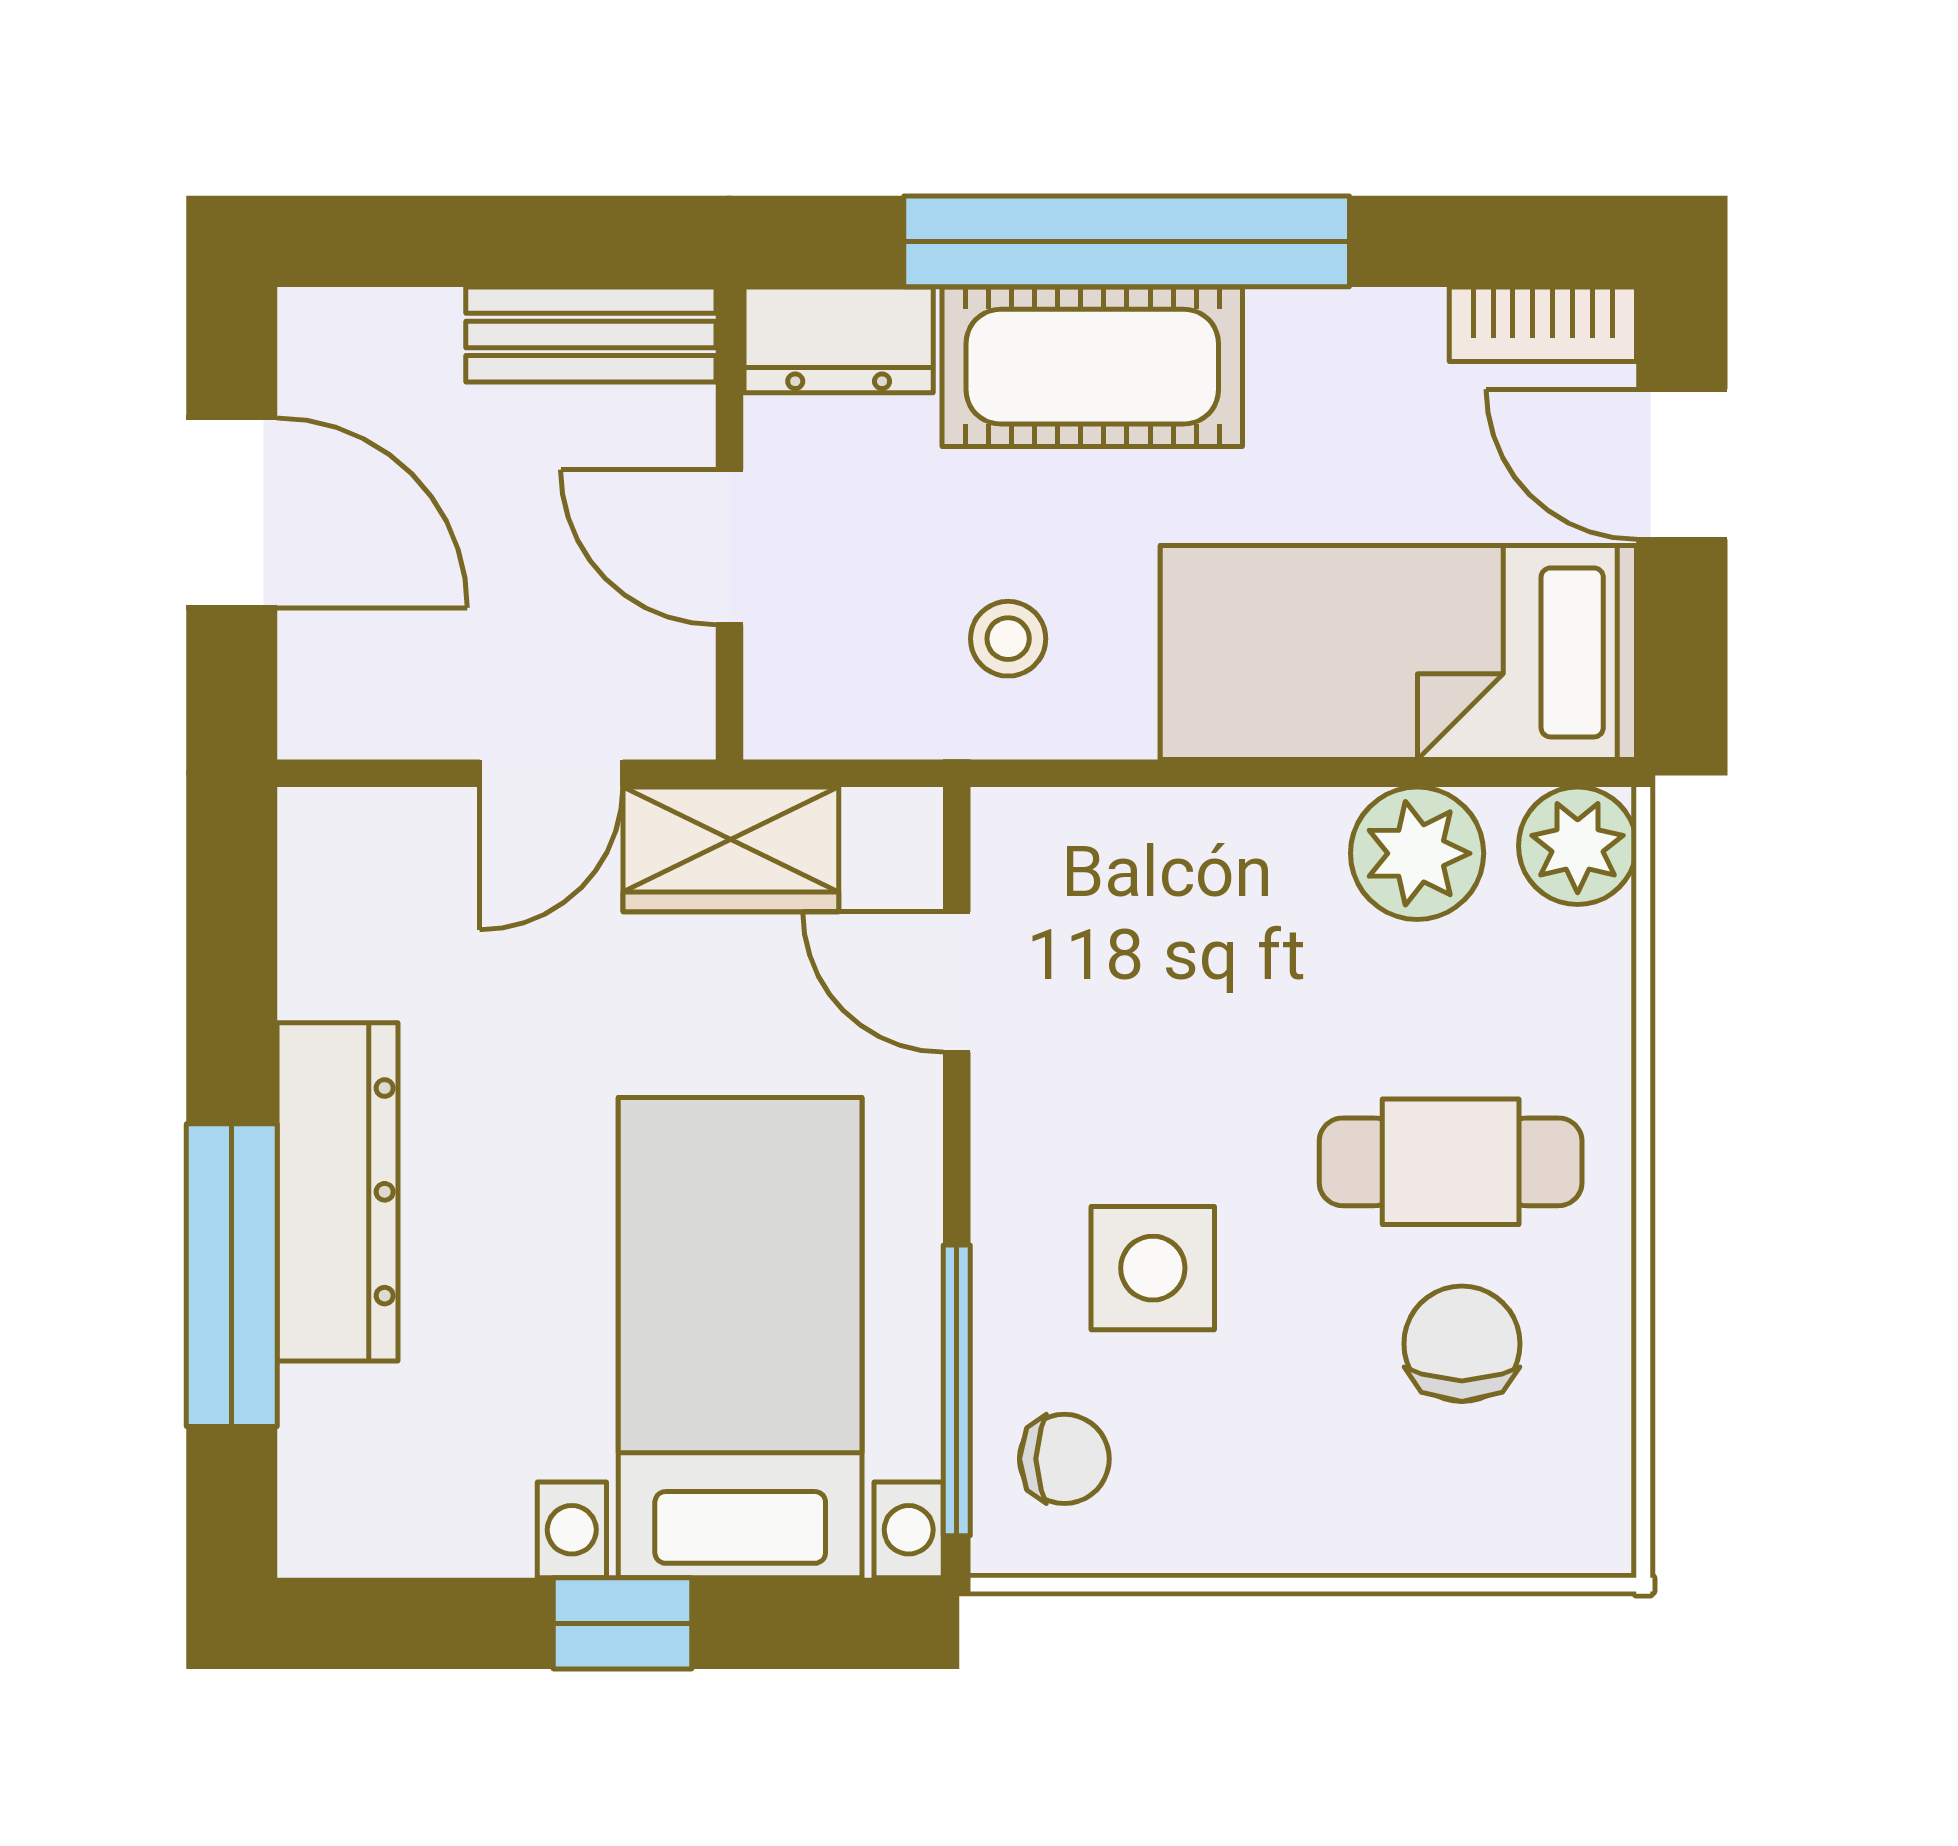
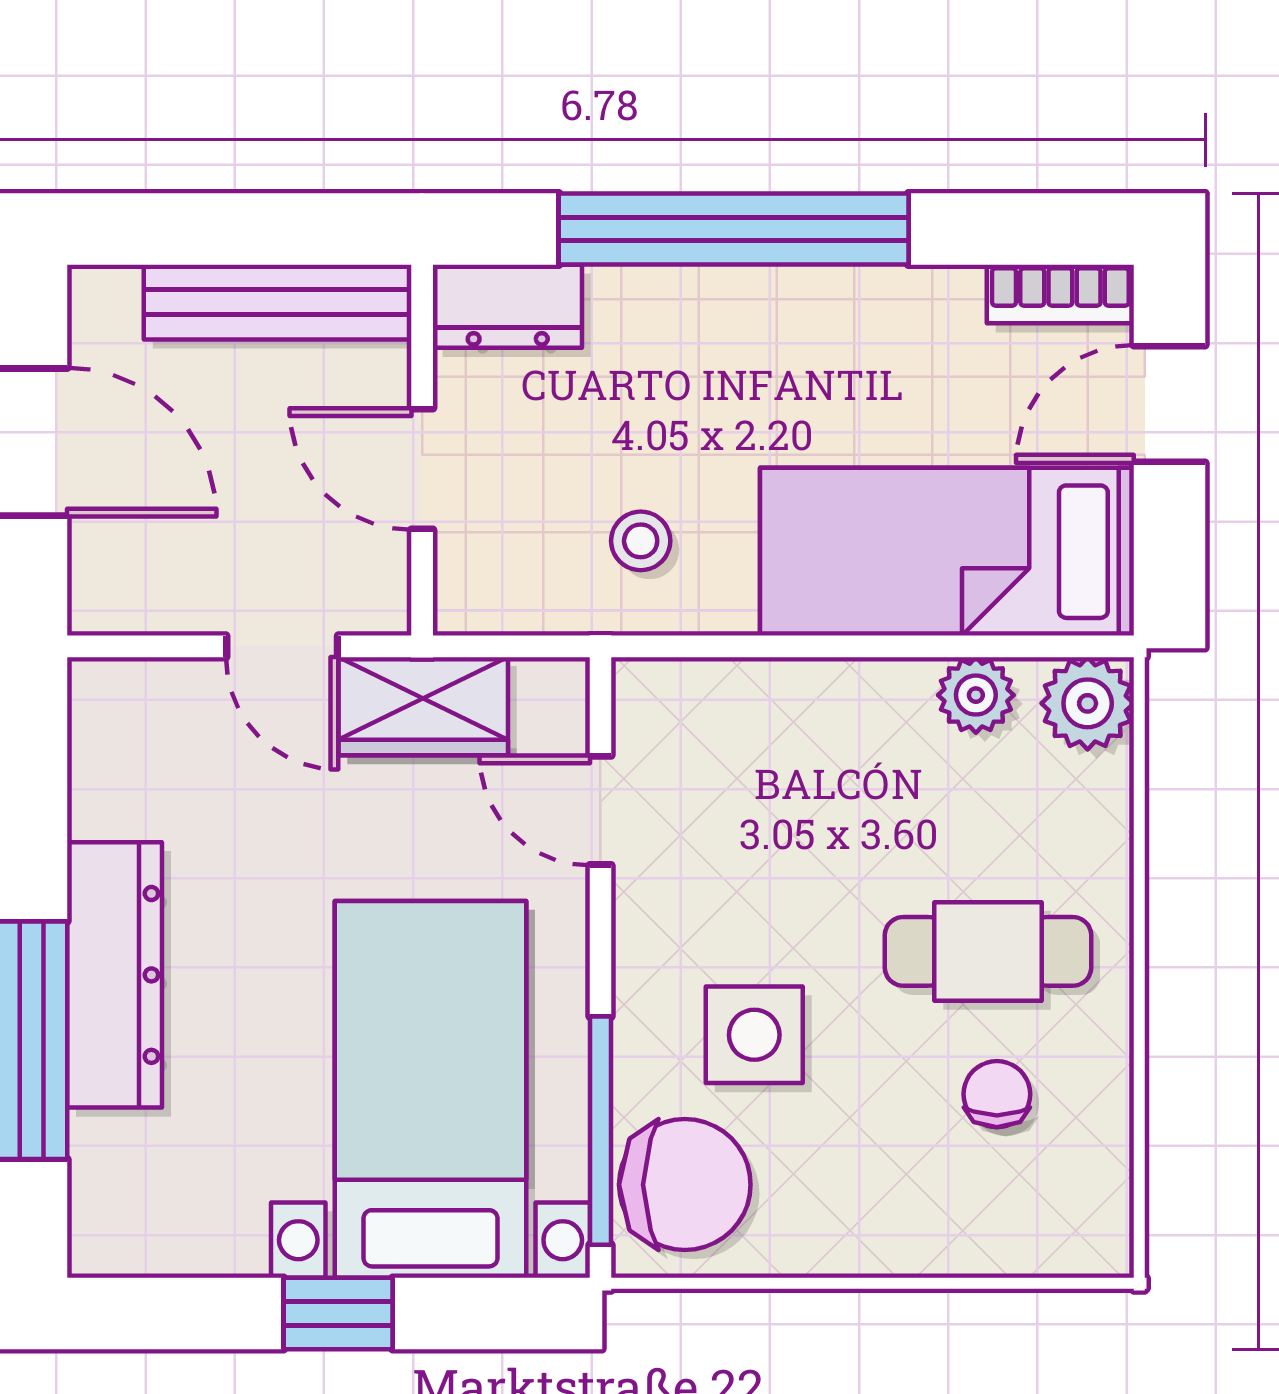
bench: (591, 334) -> (278, 302), width x1.36
cot: (1092, 367) -> (707, 327), removed
door: (1682, 464) -> (1169, 404), hinge flipped
door: (551, 773) -> (282, 646), hinge flipped
plant: (1417, 853) -> (976, 695), width x0.73, depth x0.73
chair: (1462, 1344) -> (997, 1094), width x0.73, depth x0.73
chair: (1064, 1459) -> (685, 1185), width x1.87, depth x1.87

